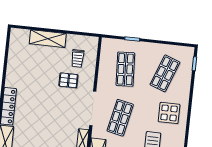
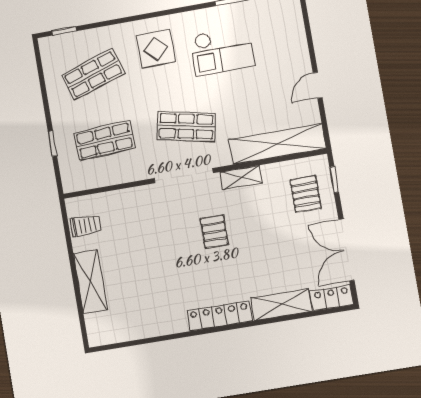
trolley: (78, 58) -> (86, 225), moved
shop shelf: (165, 73) -> (93, 74), turned -39
pallet: (68, 80) -> (214, 232), moved

